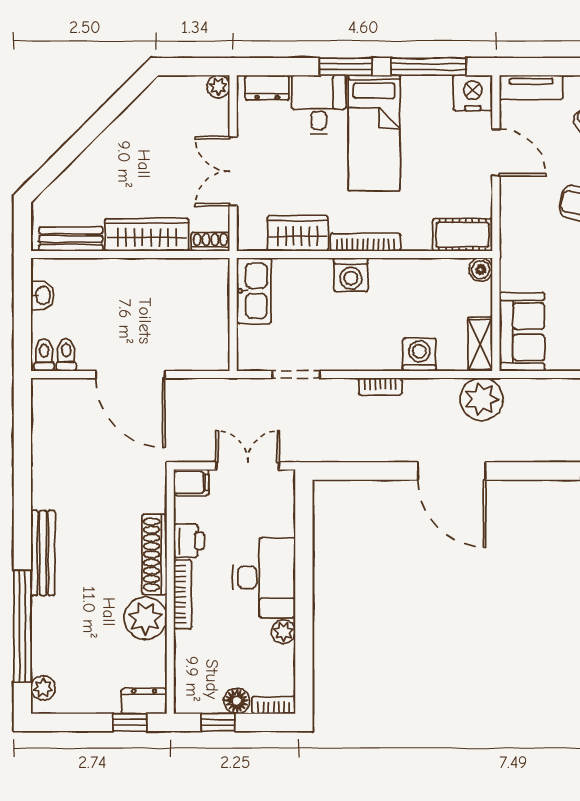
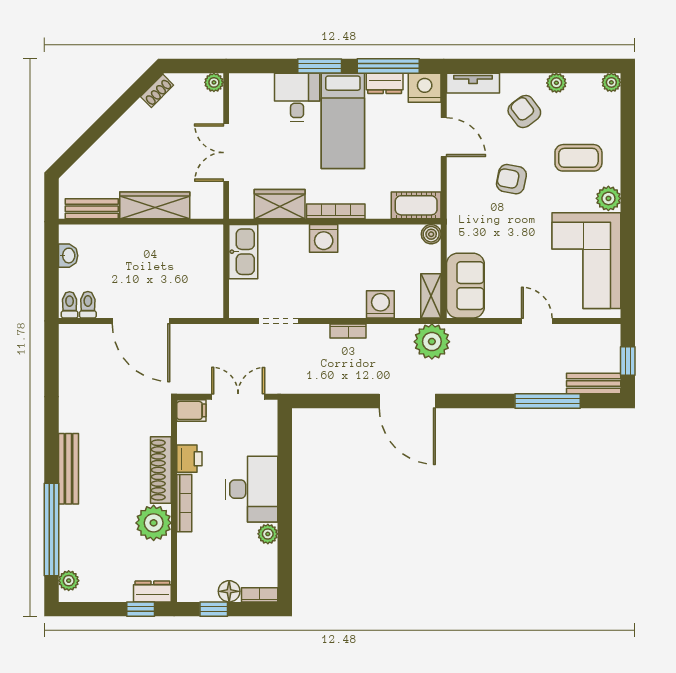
dresser: (267, 88) -> (385, 83), moved
shoe rack: (210, 242) -> (157, 91), moved, turned 135

